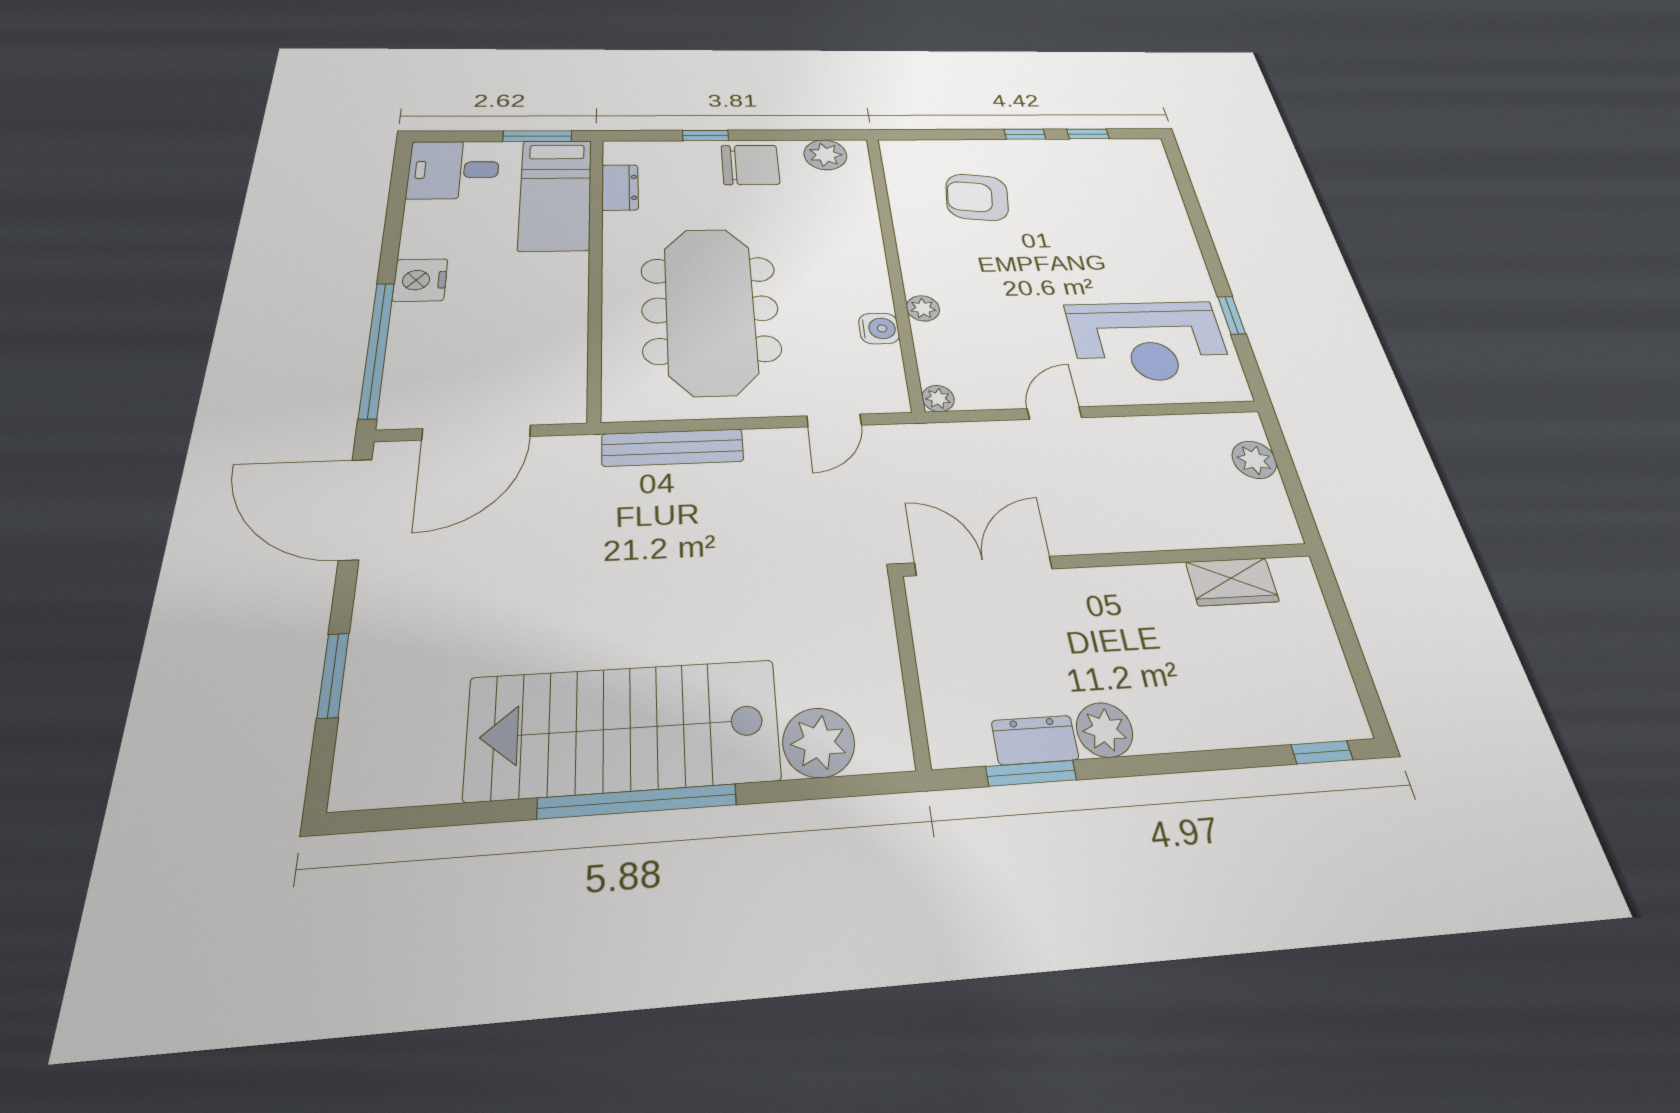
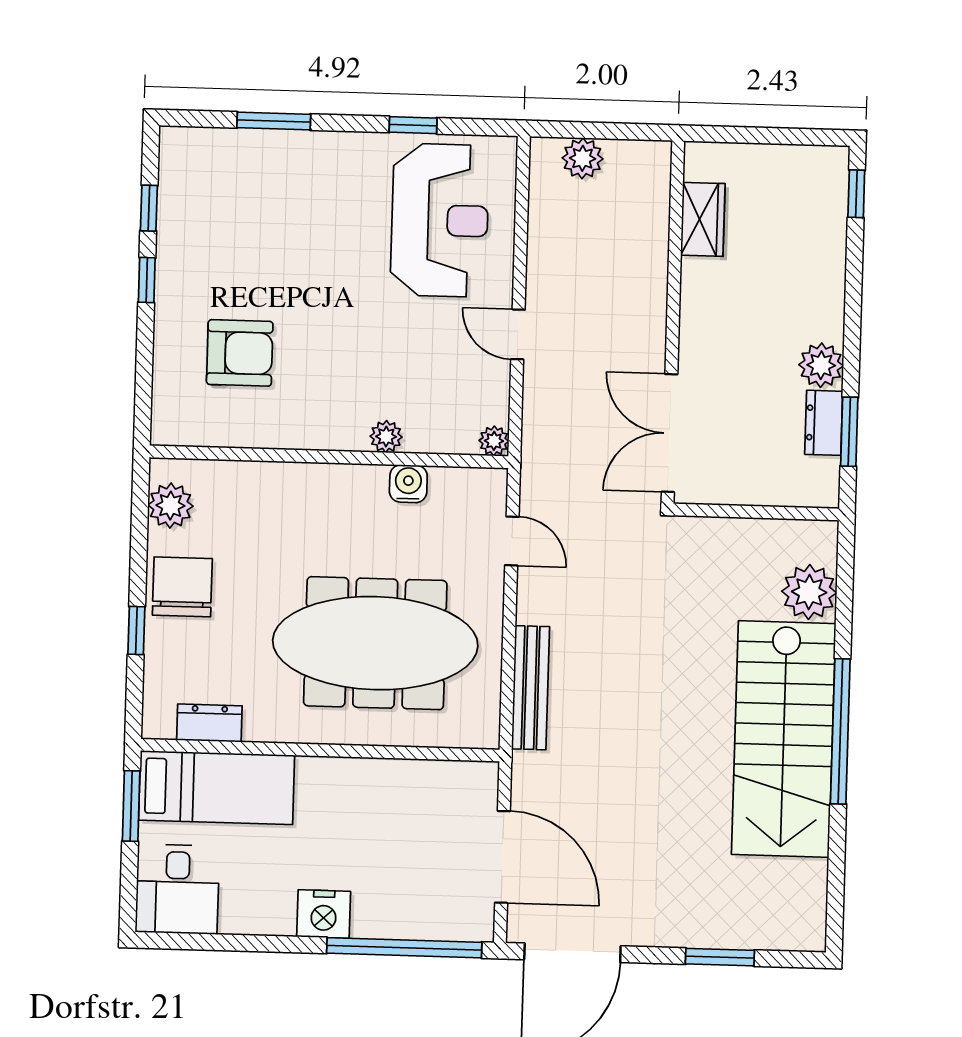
armchair: (977, 197) -> (240, 353), turned -97
window: (1195, 213) -> (274, 121), added

